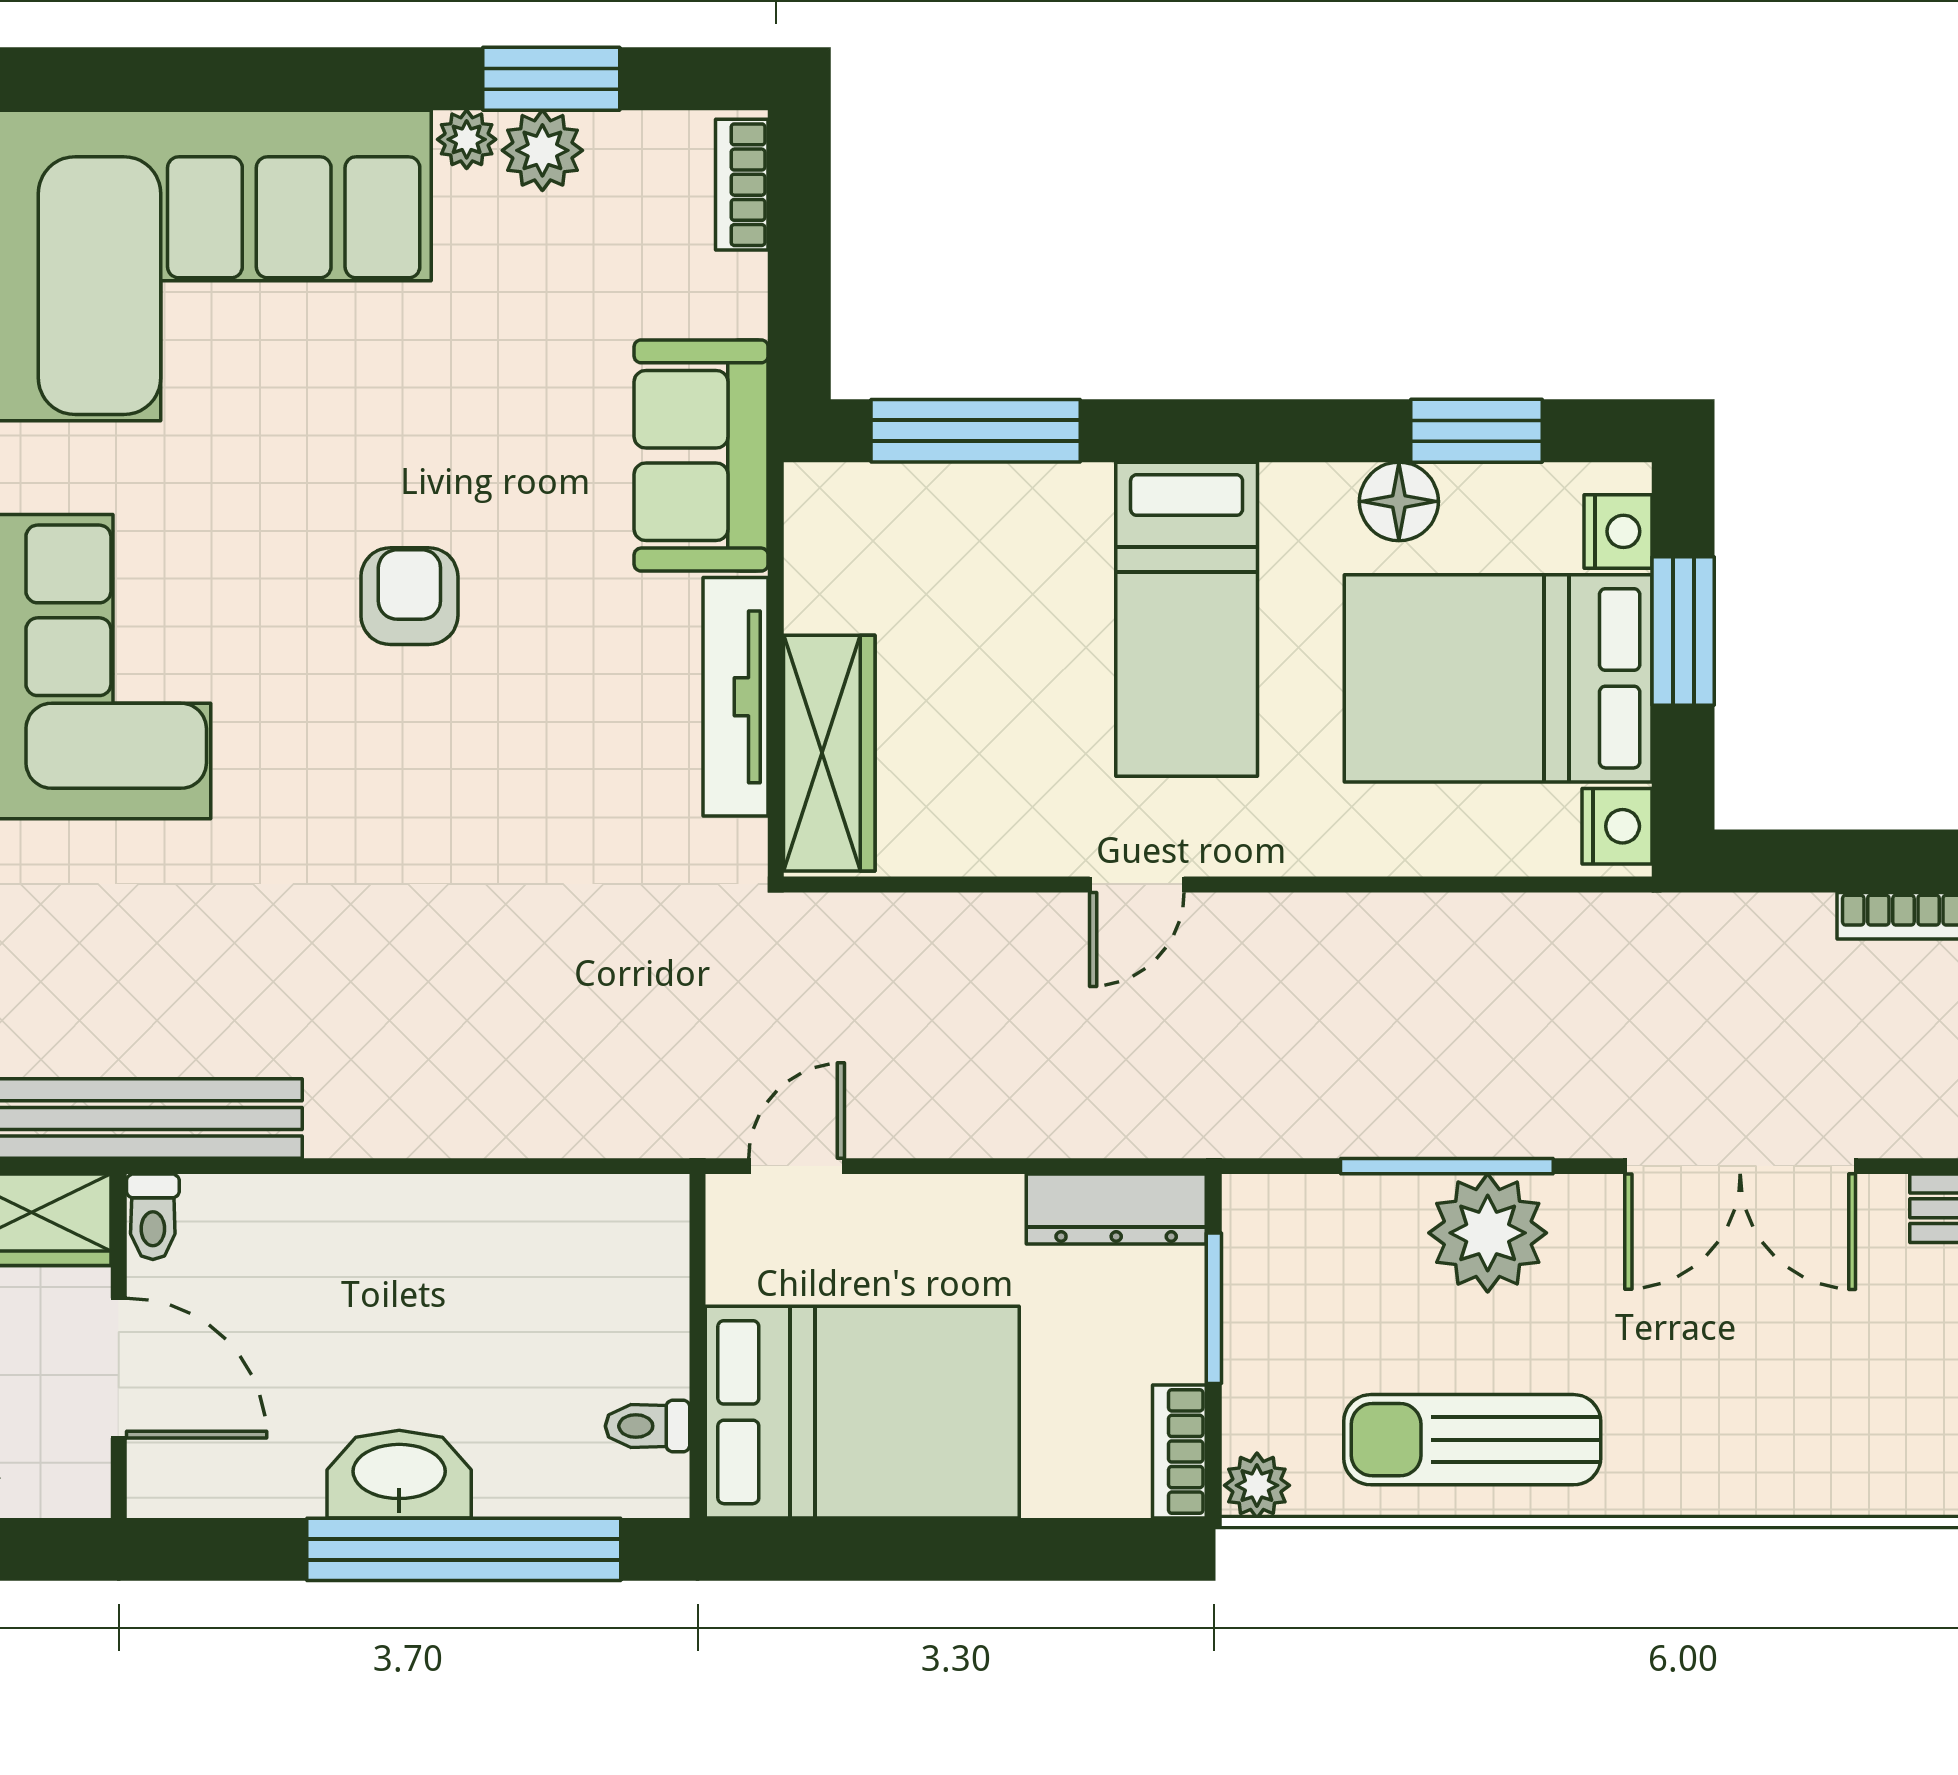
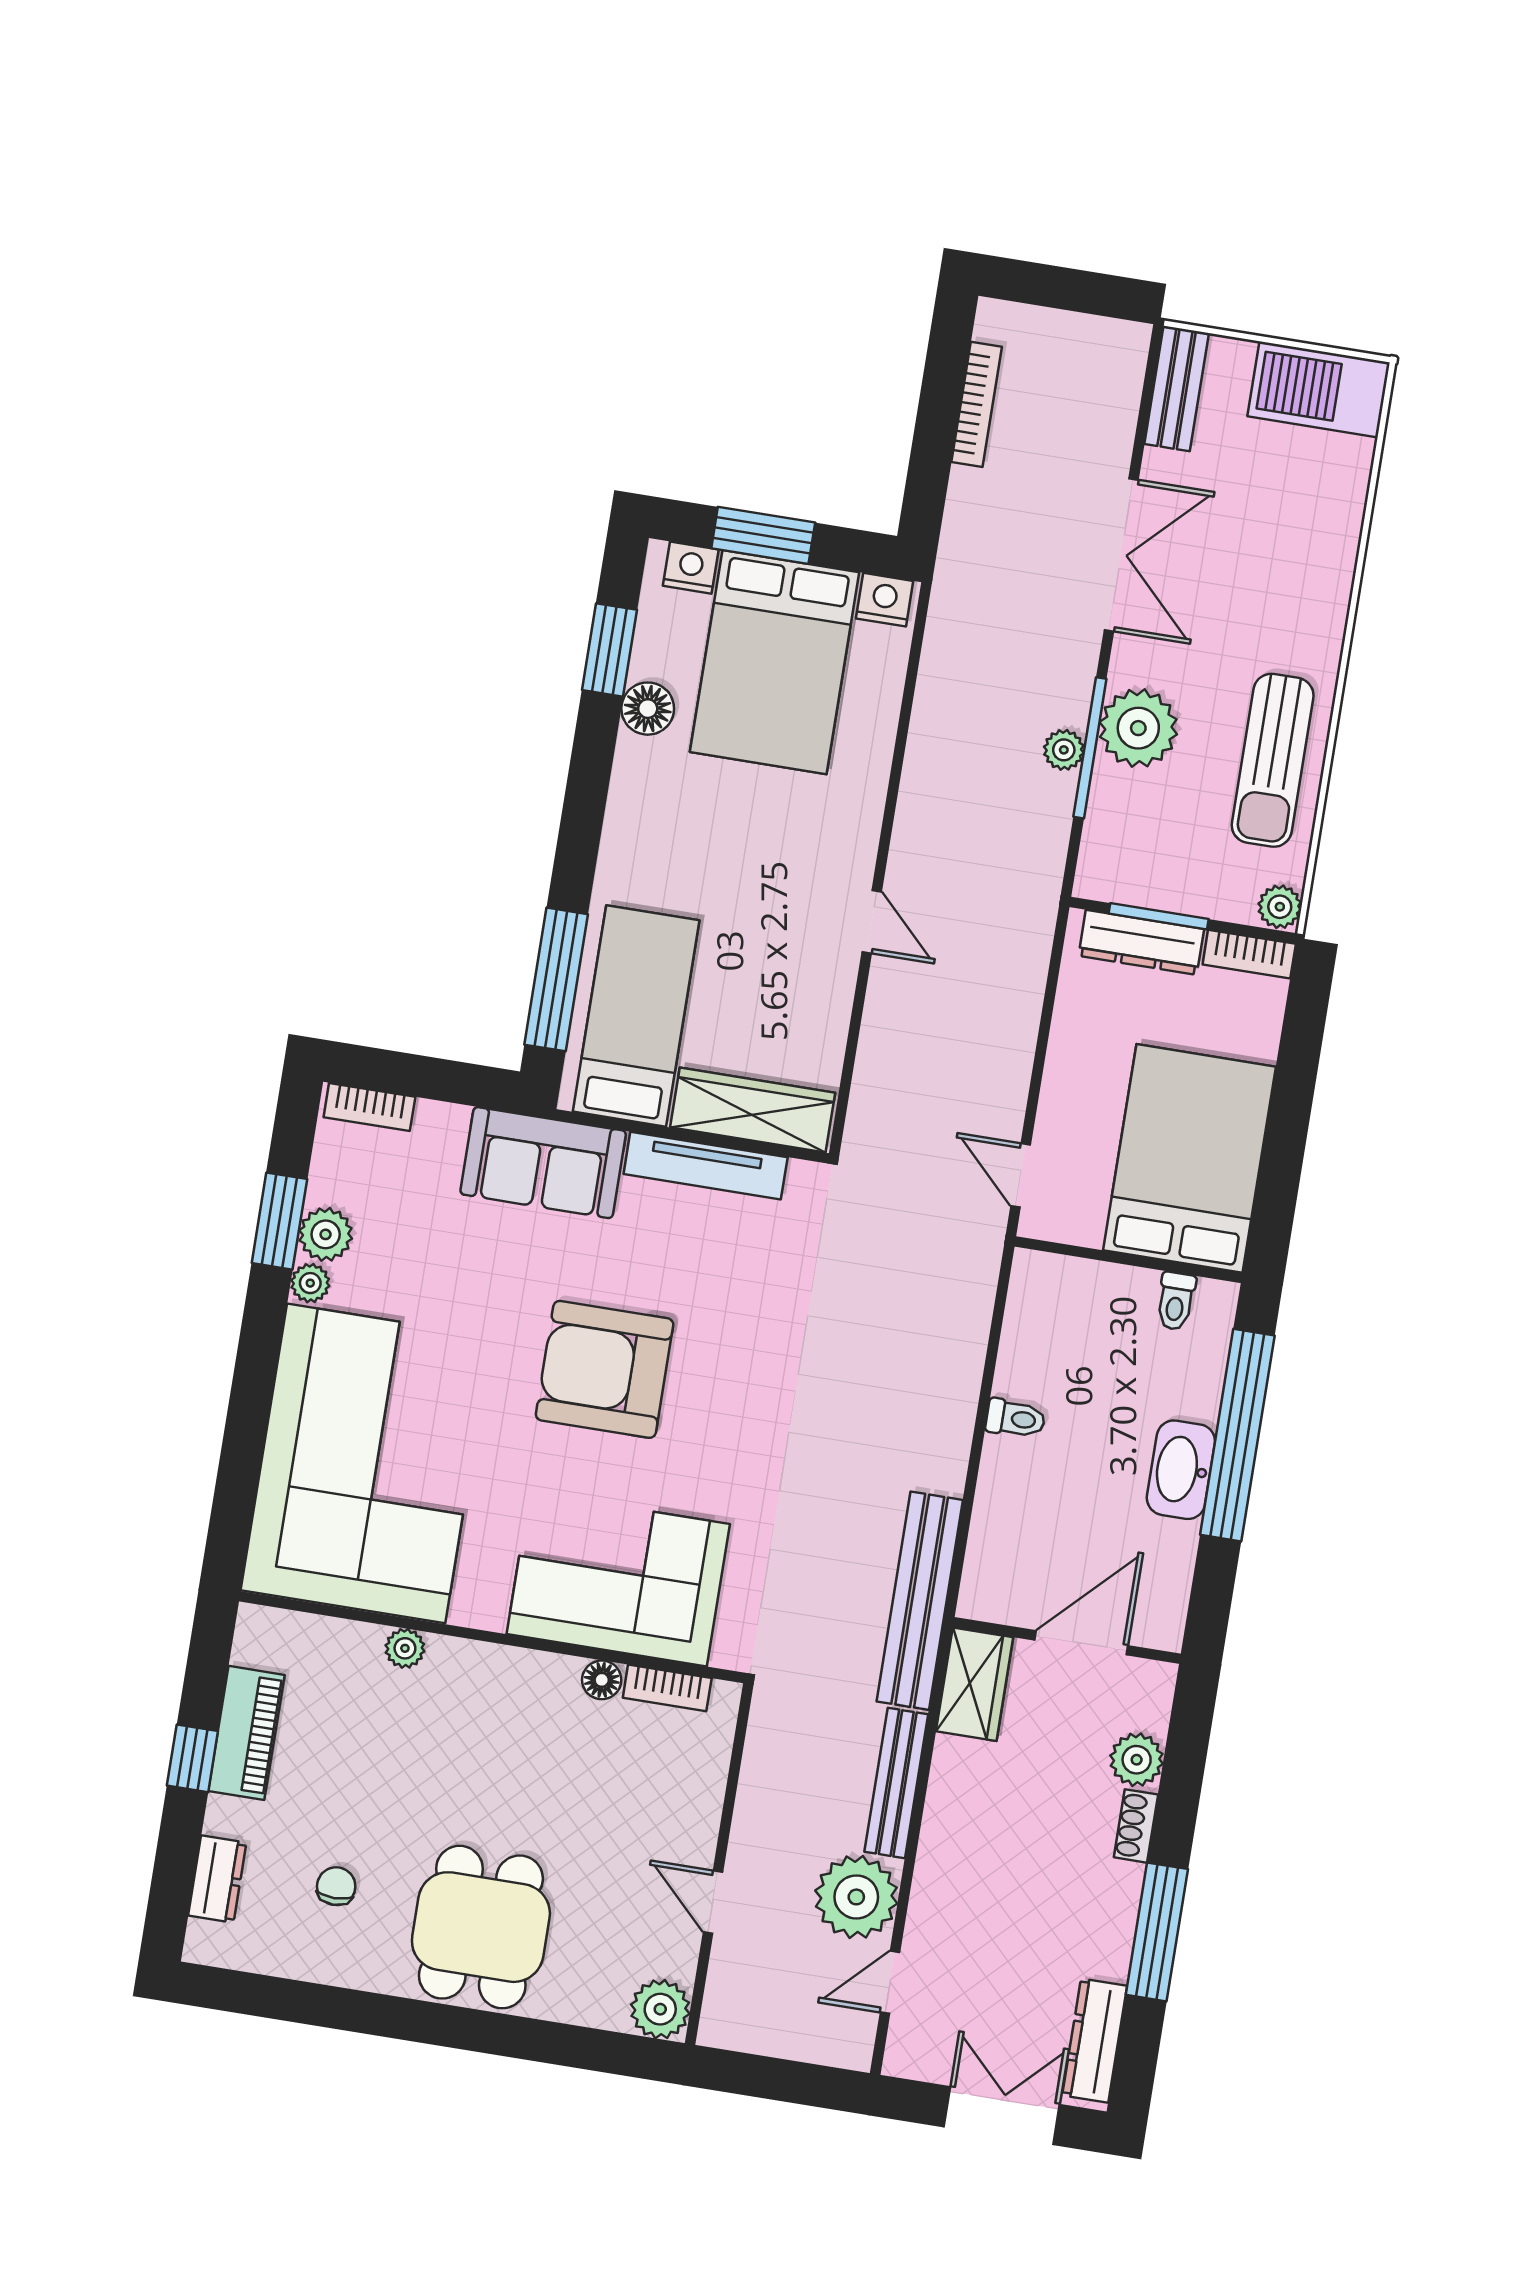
armchair: (409, 596) -> (605, 1369), width x1.88, depth x1.88
bed: (1187, 619) -> (636, 1016), moved, turned -90
plant: (1437, 1128) -> (1064, 750), added
dresser: (1116, 1209) -> (1141, 942), moved, turned 90
toilet: (153, 1217) -> (1016, 1419), moved

